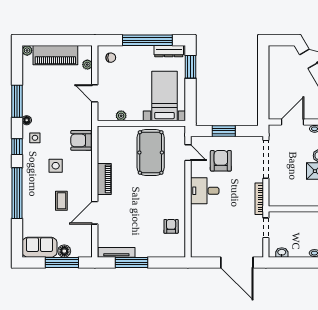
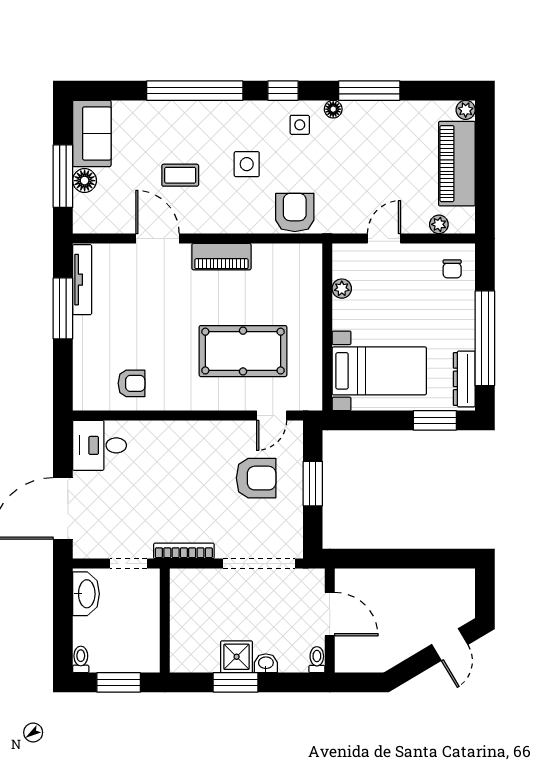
pool table: (151, 152) -> (243, 351), moved
desk: (205, 191) -> (100, 445), moved, turned -90
washbasin: (282, 252) -> (86, 594), width x1.91, depth x1.45

